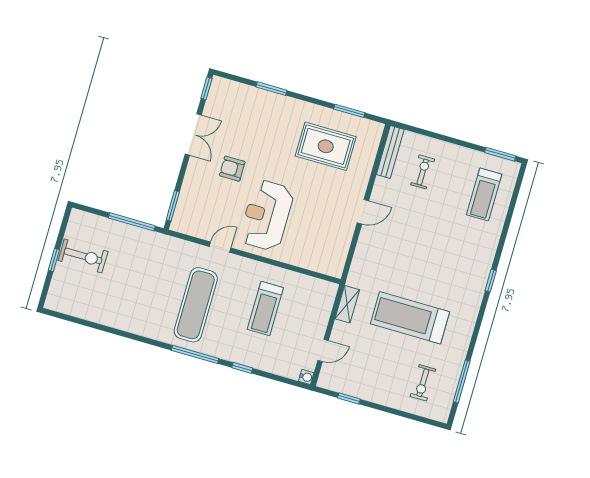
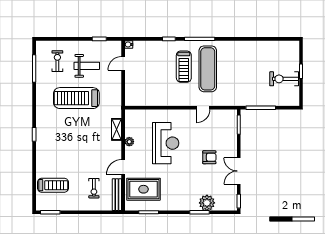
plant: (256, 100) -> (207, 203), added
rug: (326, 146) -> (143, 189), moved
treadmill: (484, 195) -> (53, 185), turned 90
door: (363, 212) -> (123, 167), moved
reception desk: (267, 215) -> (166, 143), moved
plant: (348, 228) -> (129, 142), added
shelving: (347, 304) -> (117, 129), moved
treadmill: (265, 308) -> (184, 67), moved, turned 180
treadmill: (410, 318) -> (76, 98), turned 180
weight bench: (380, 363) -> (87, 66), added

